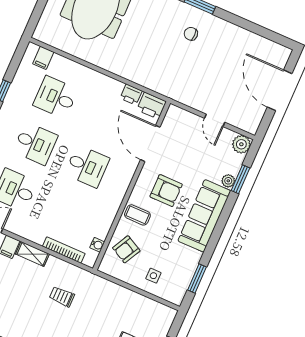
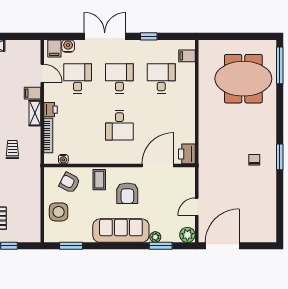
door: (280, 90) -> (222, 246), moved
printer: (131, 95) -> (50, 110), moved, turned 180
desk: (35, 144) -> (119, 78), turned 180
side table: (153, 276) -> (59, 212), width x1.87, depth x1.87

